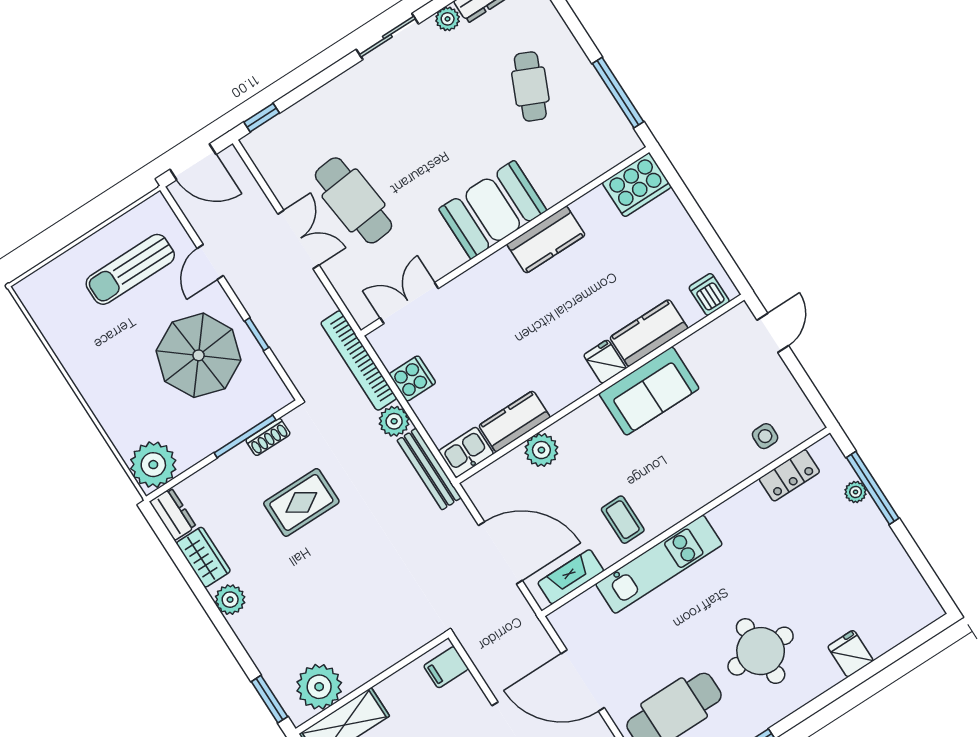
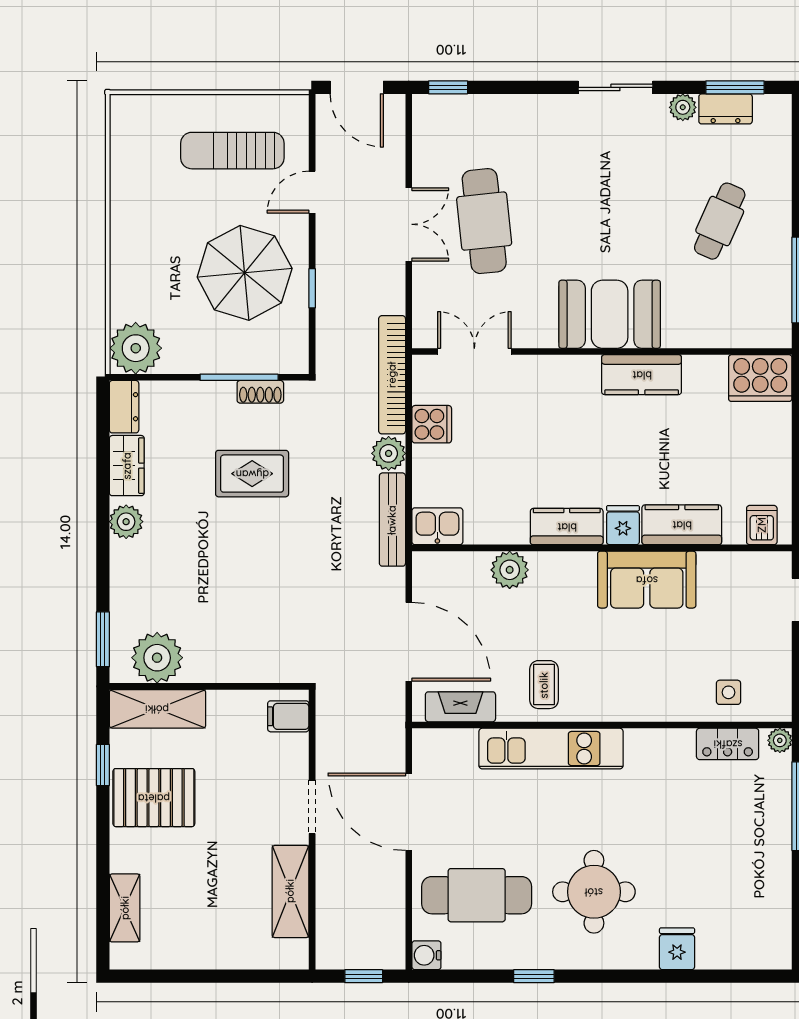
kitchen counter: (514, 421) -> (567, 527), moved
plant: (856, 492) -> (780, 740), moved

